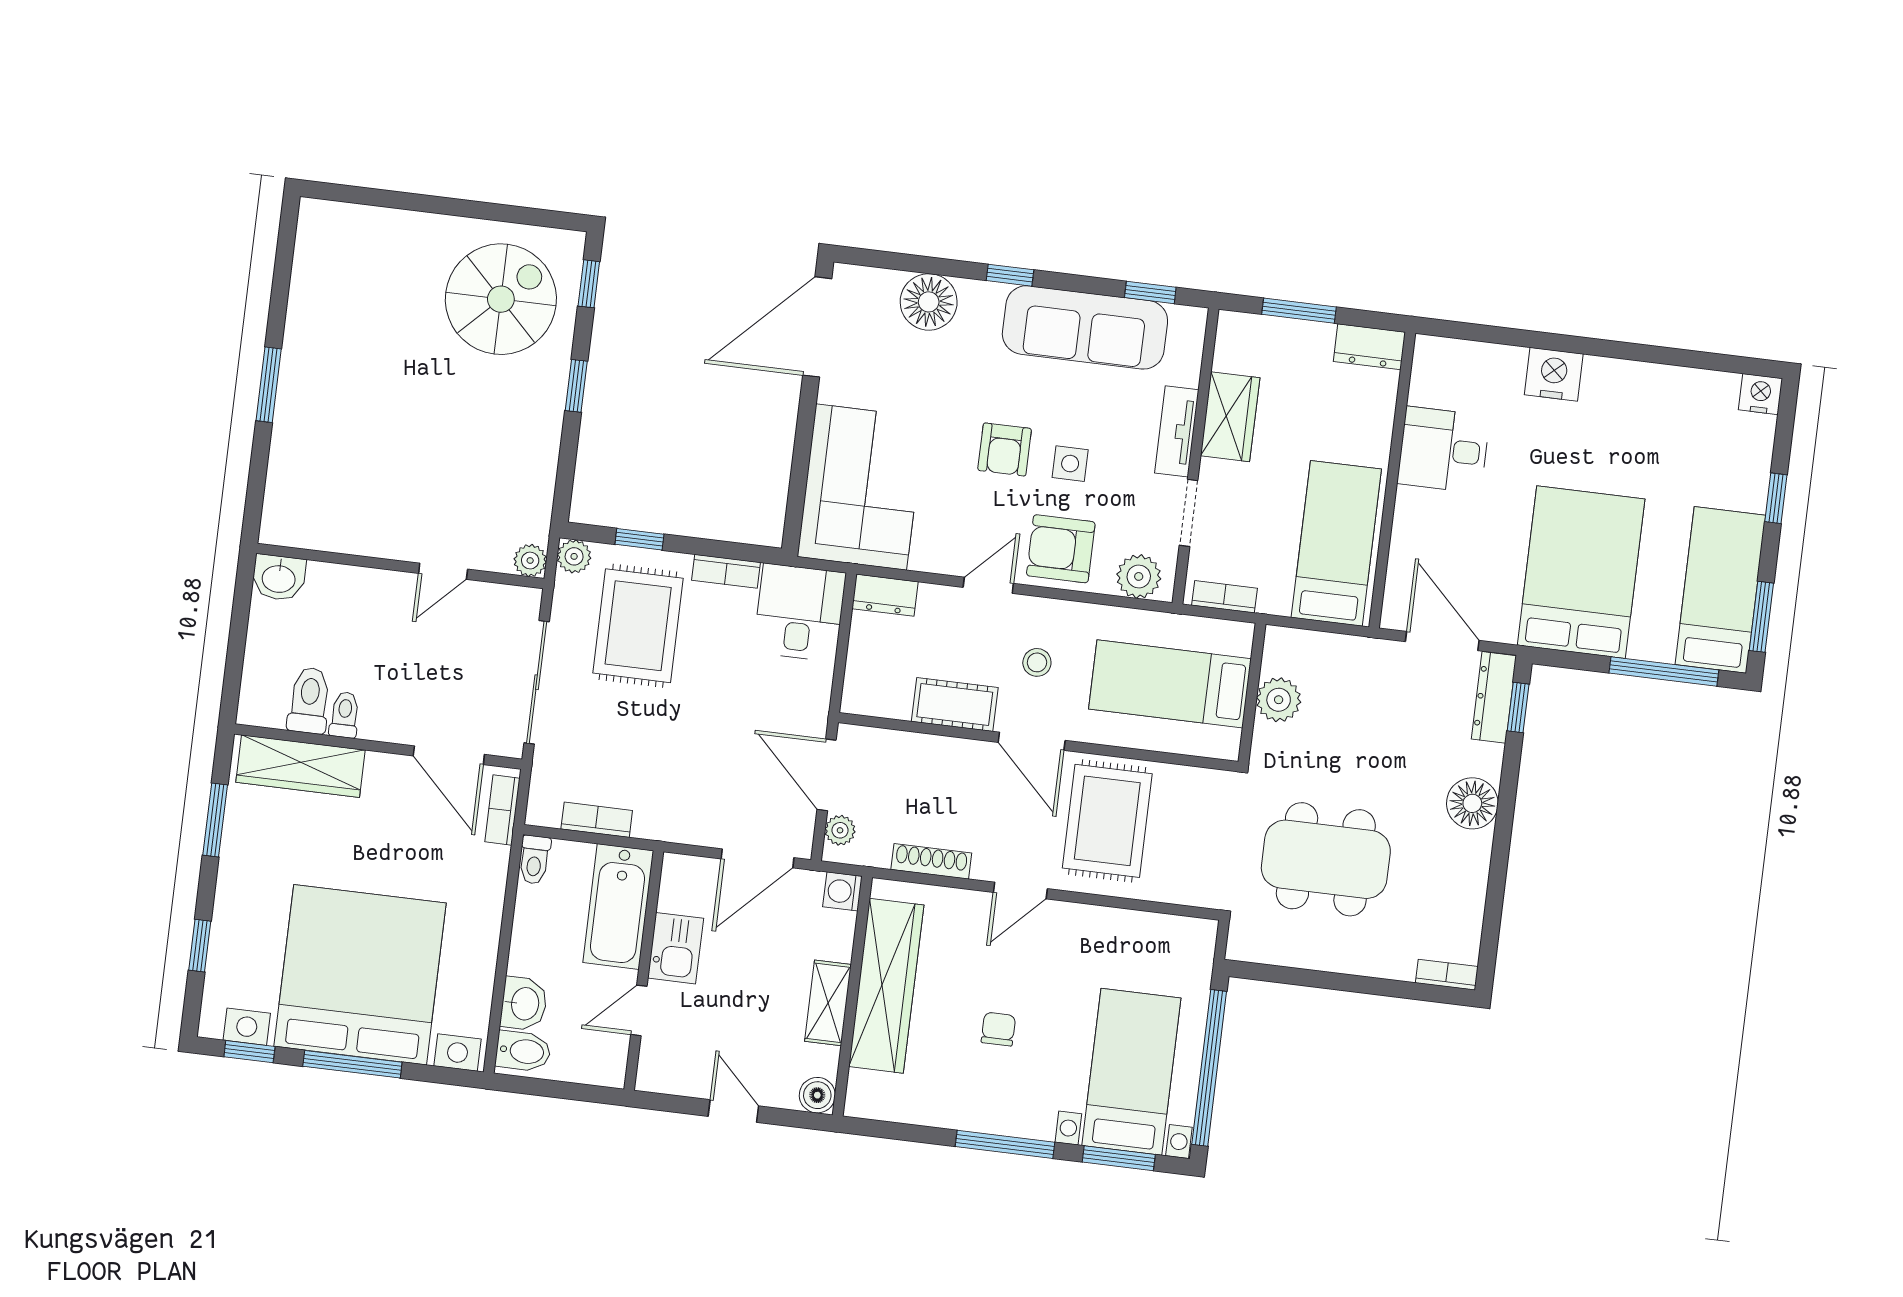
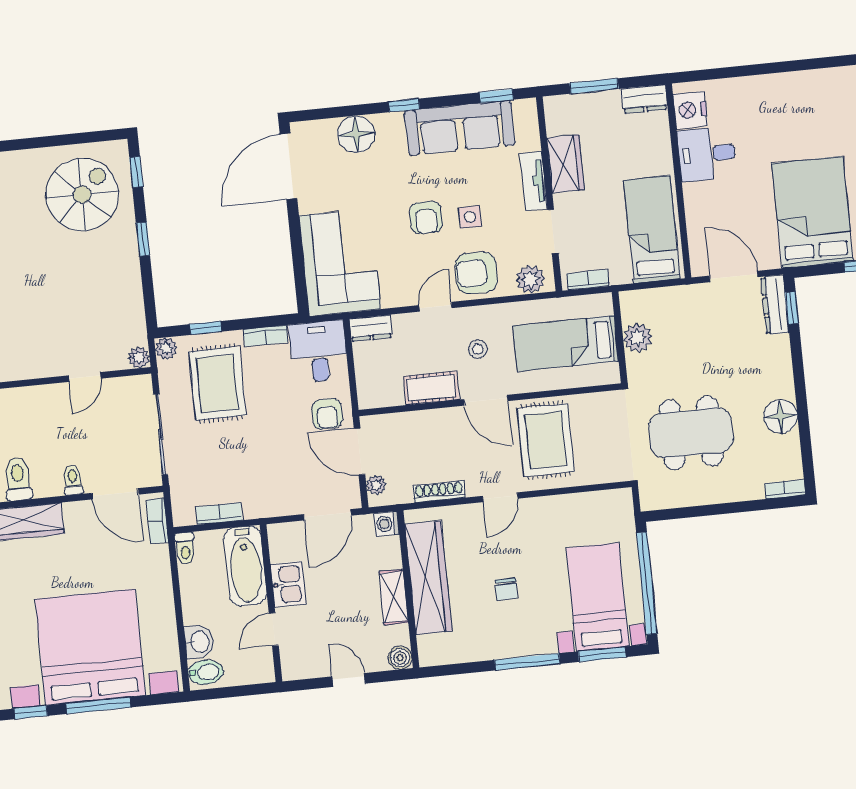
nightstand: (1554, 374) -> (690, 110), moved, turned -90
armchair: (791, 708) -> (327, 414), added
toilet: (345, 715) -> (73, 480), moved
floor lamp: (1472, 803) -> (781, 416), moved
chair: (998, 1029) -> (506, 589), turned 180

